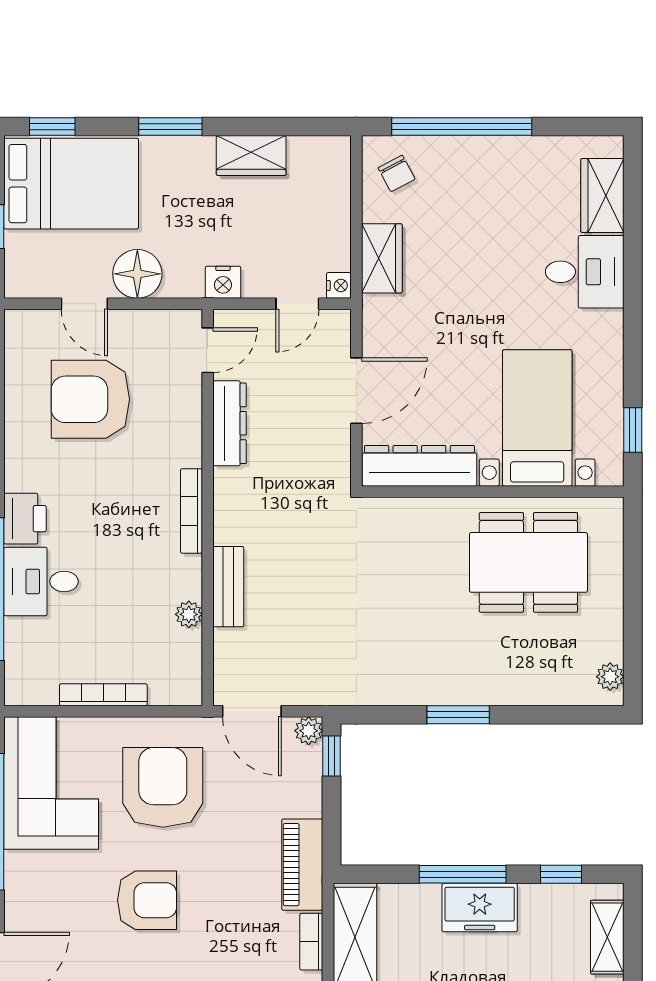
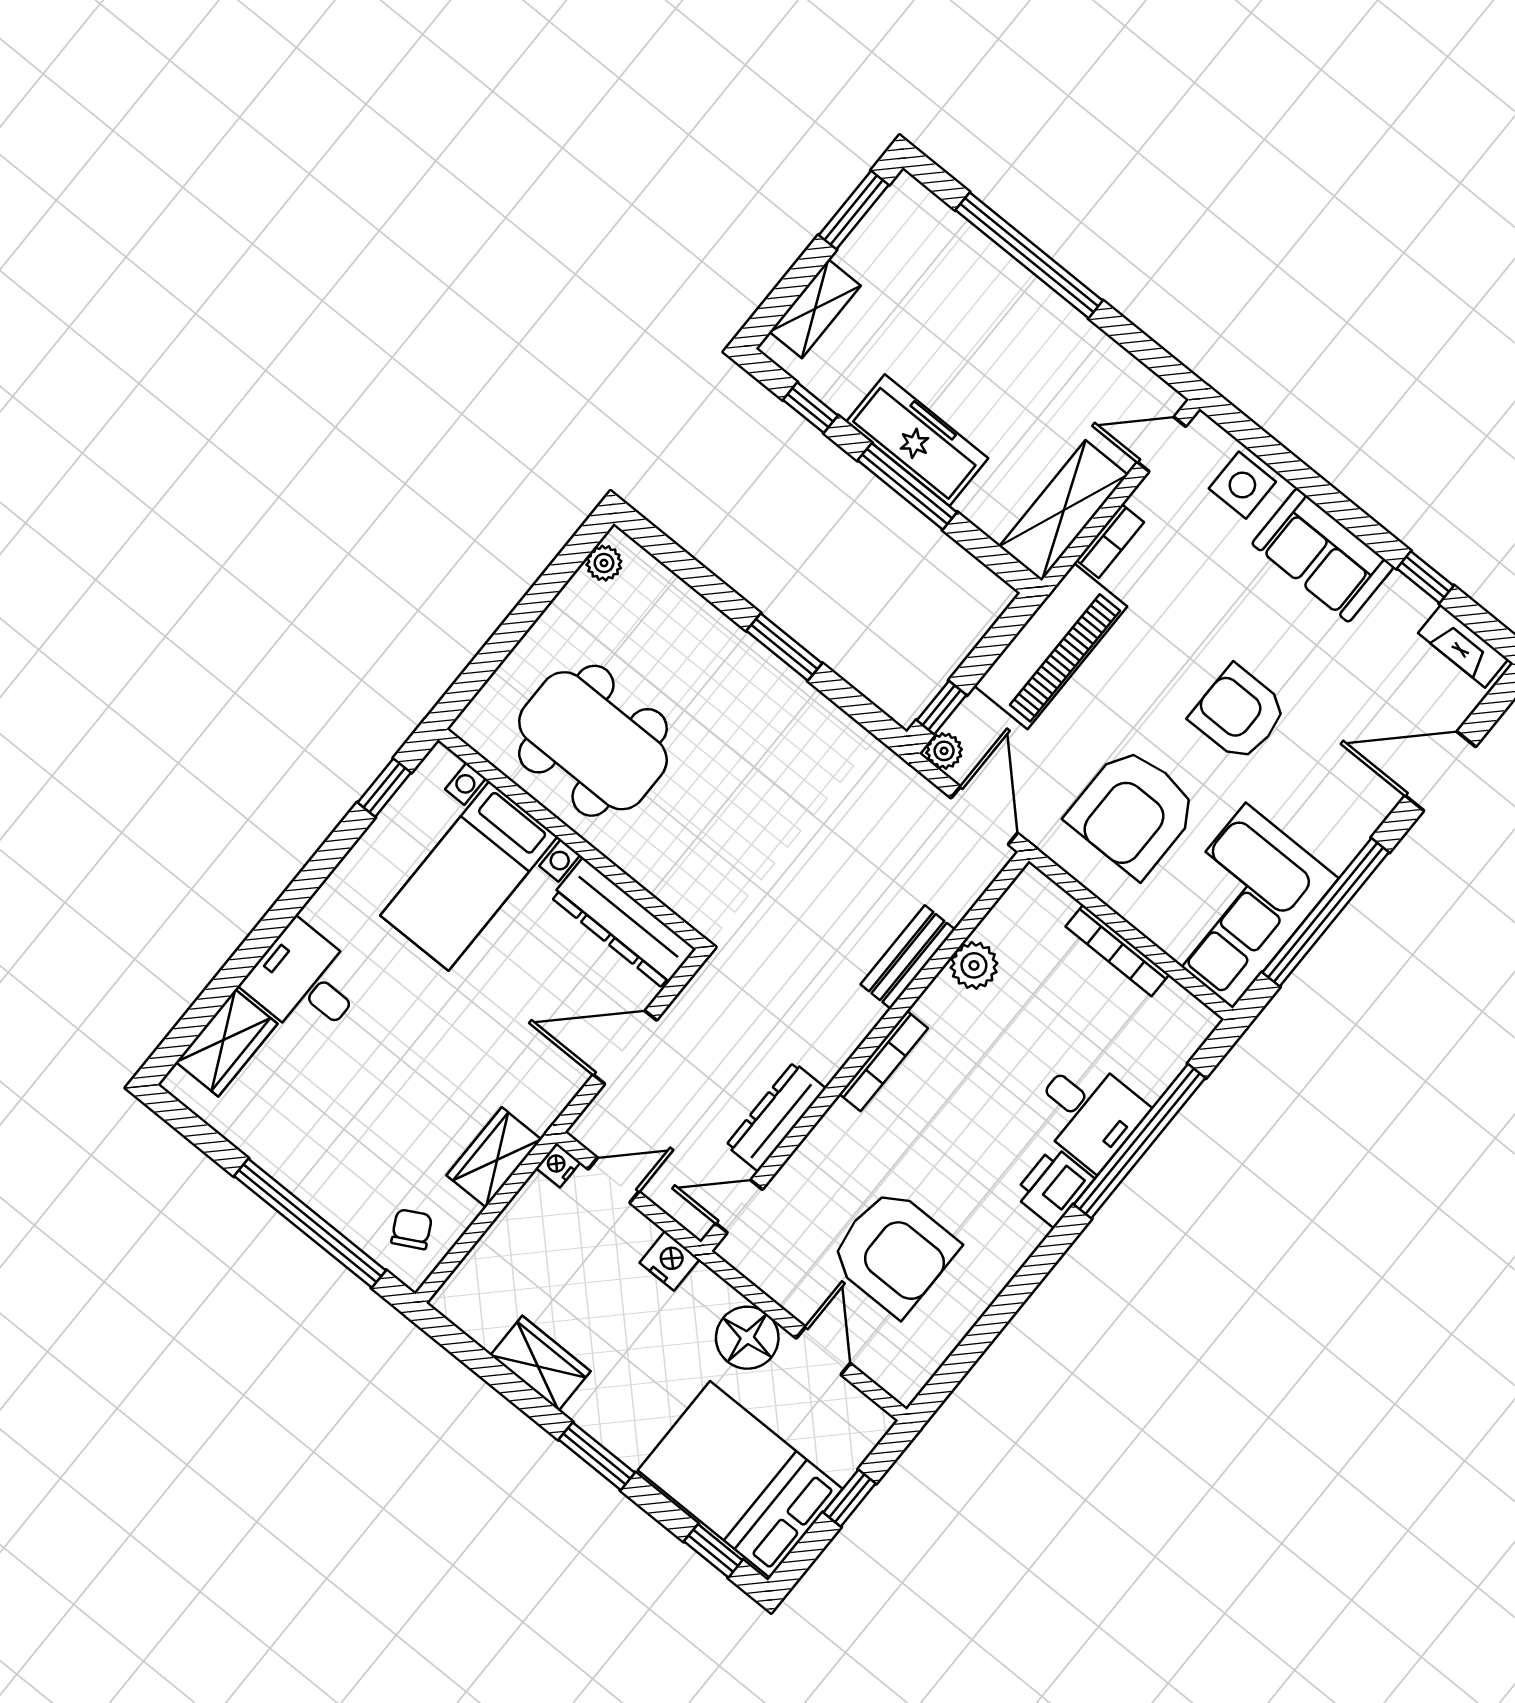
plant: (189, 614) -> (974, 965), width x1.38, depth x1.38
piano: (302, 865) -> (1051, 646), width x1.37, depth x1.33
freezer: (480, 908) -> (917, 440), width x1.40

